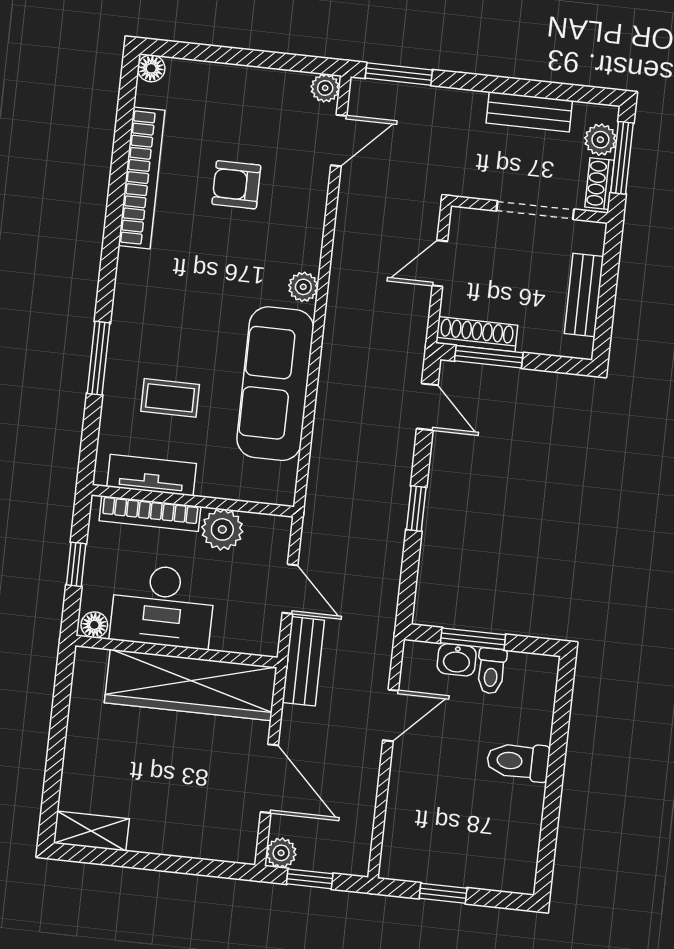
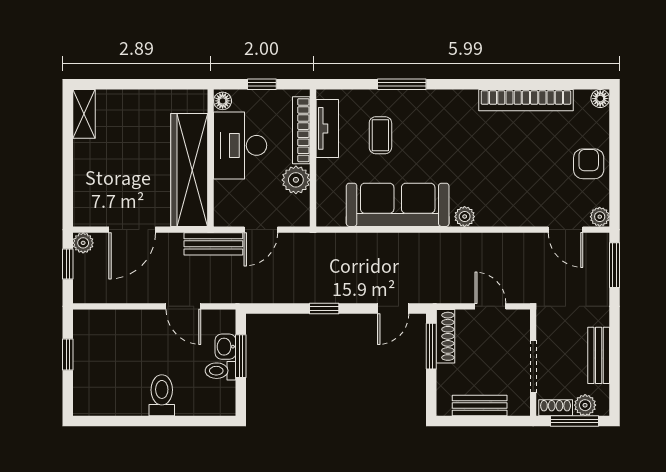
armchair: (236, 185) -> (589, 164), moved

